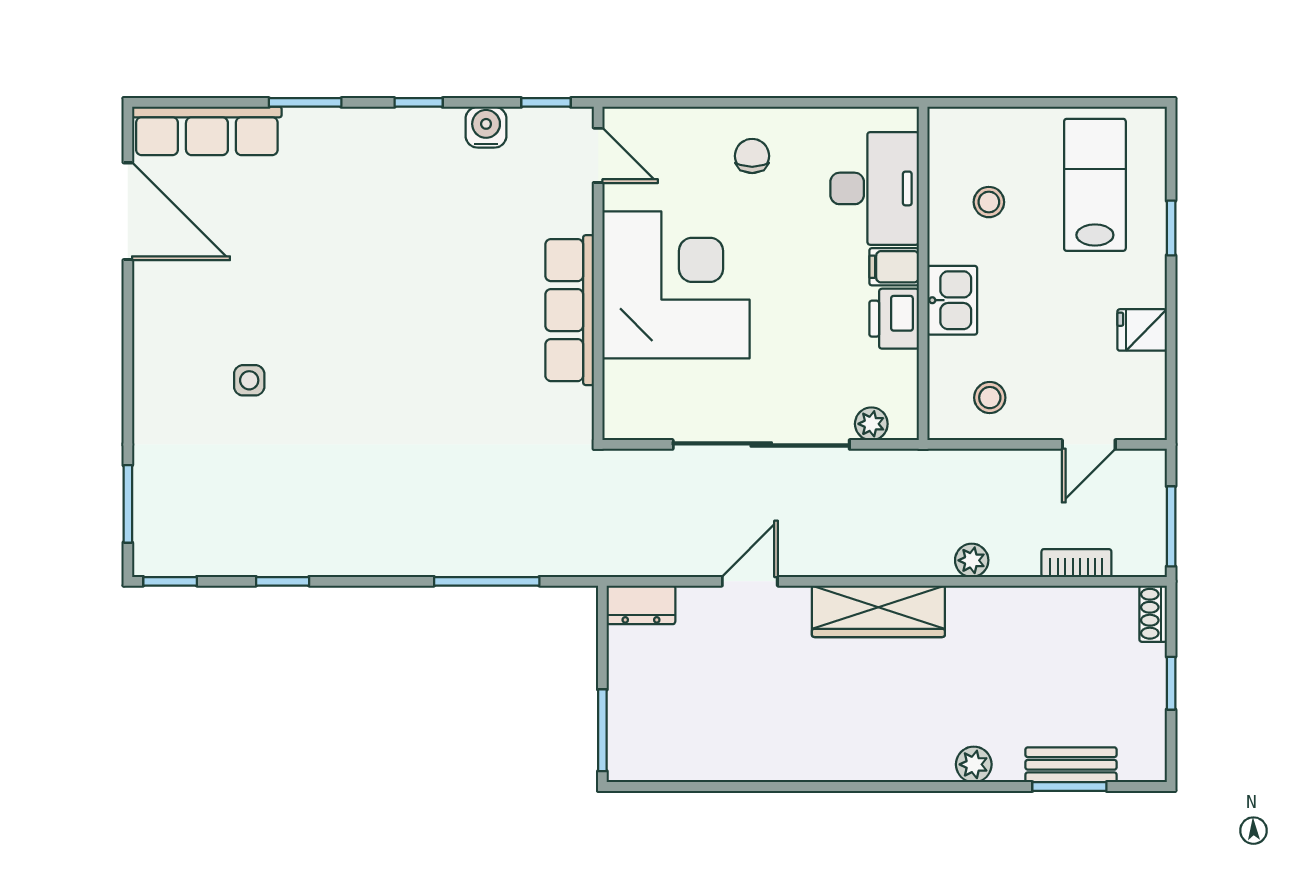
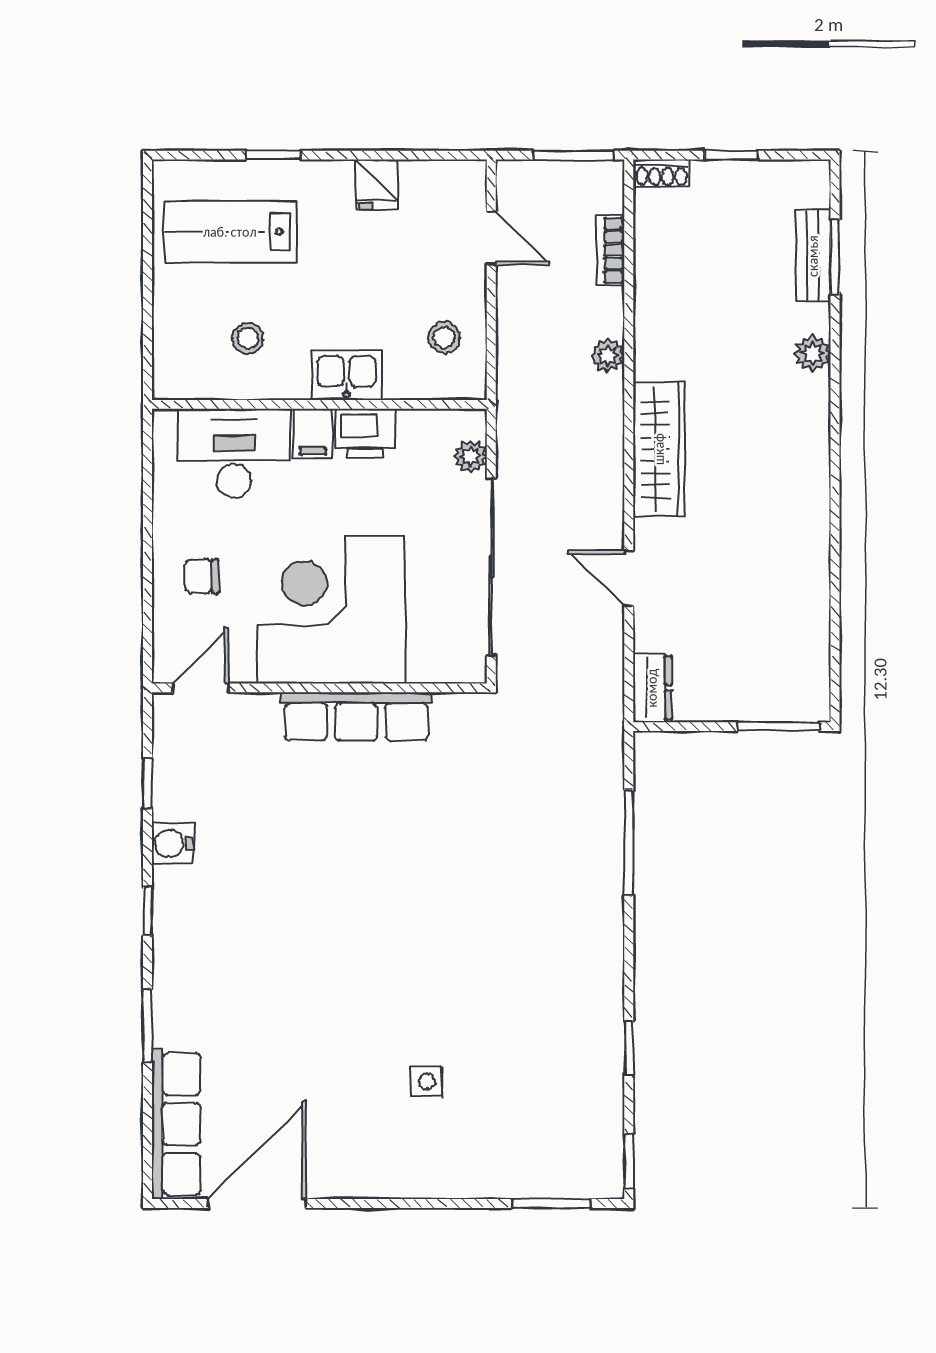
door: (598, 155) -> (201, 688), moved
wall: (598, 273) -> (319, 688), moved
corner desk: (676, 285) -> (331, 610), moved
row of seats: (570, 310) -> (356, 717), moved

